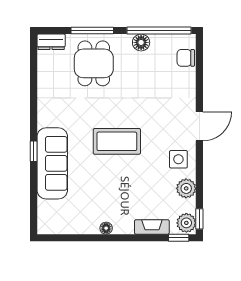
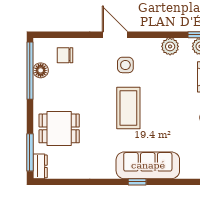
window: (92, 30) -> (30, 152), moved
floor lamp: (141, 42) -> (41, 70), moved
chair: (186, 58) -> (65, 55), moved, turned 90
side table: (178, 159) -> (125, 65), moved

